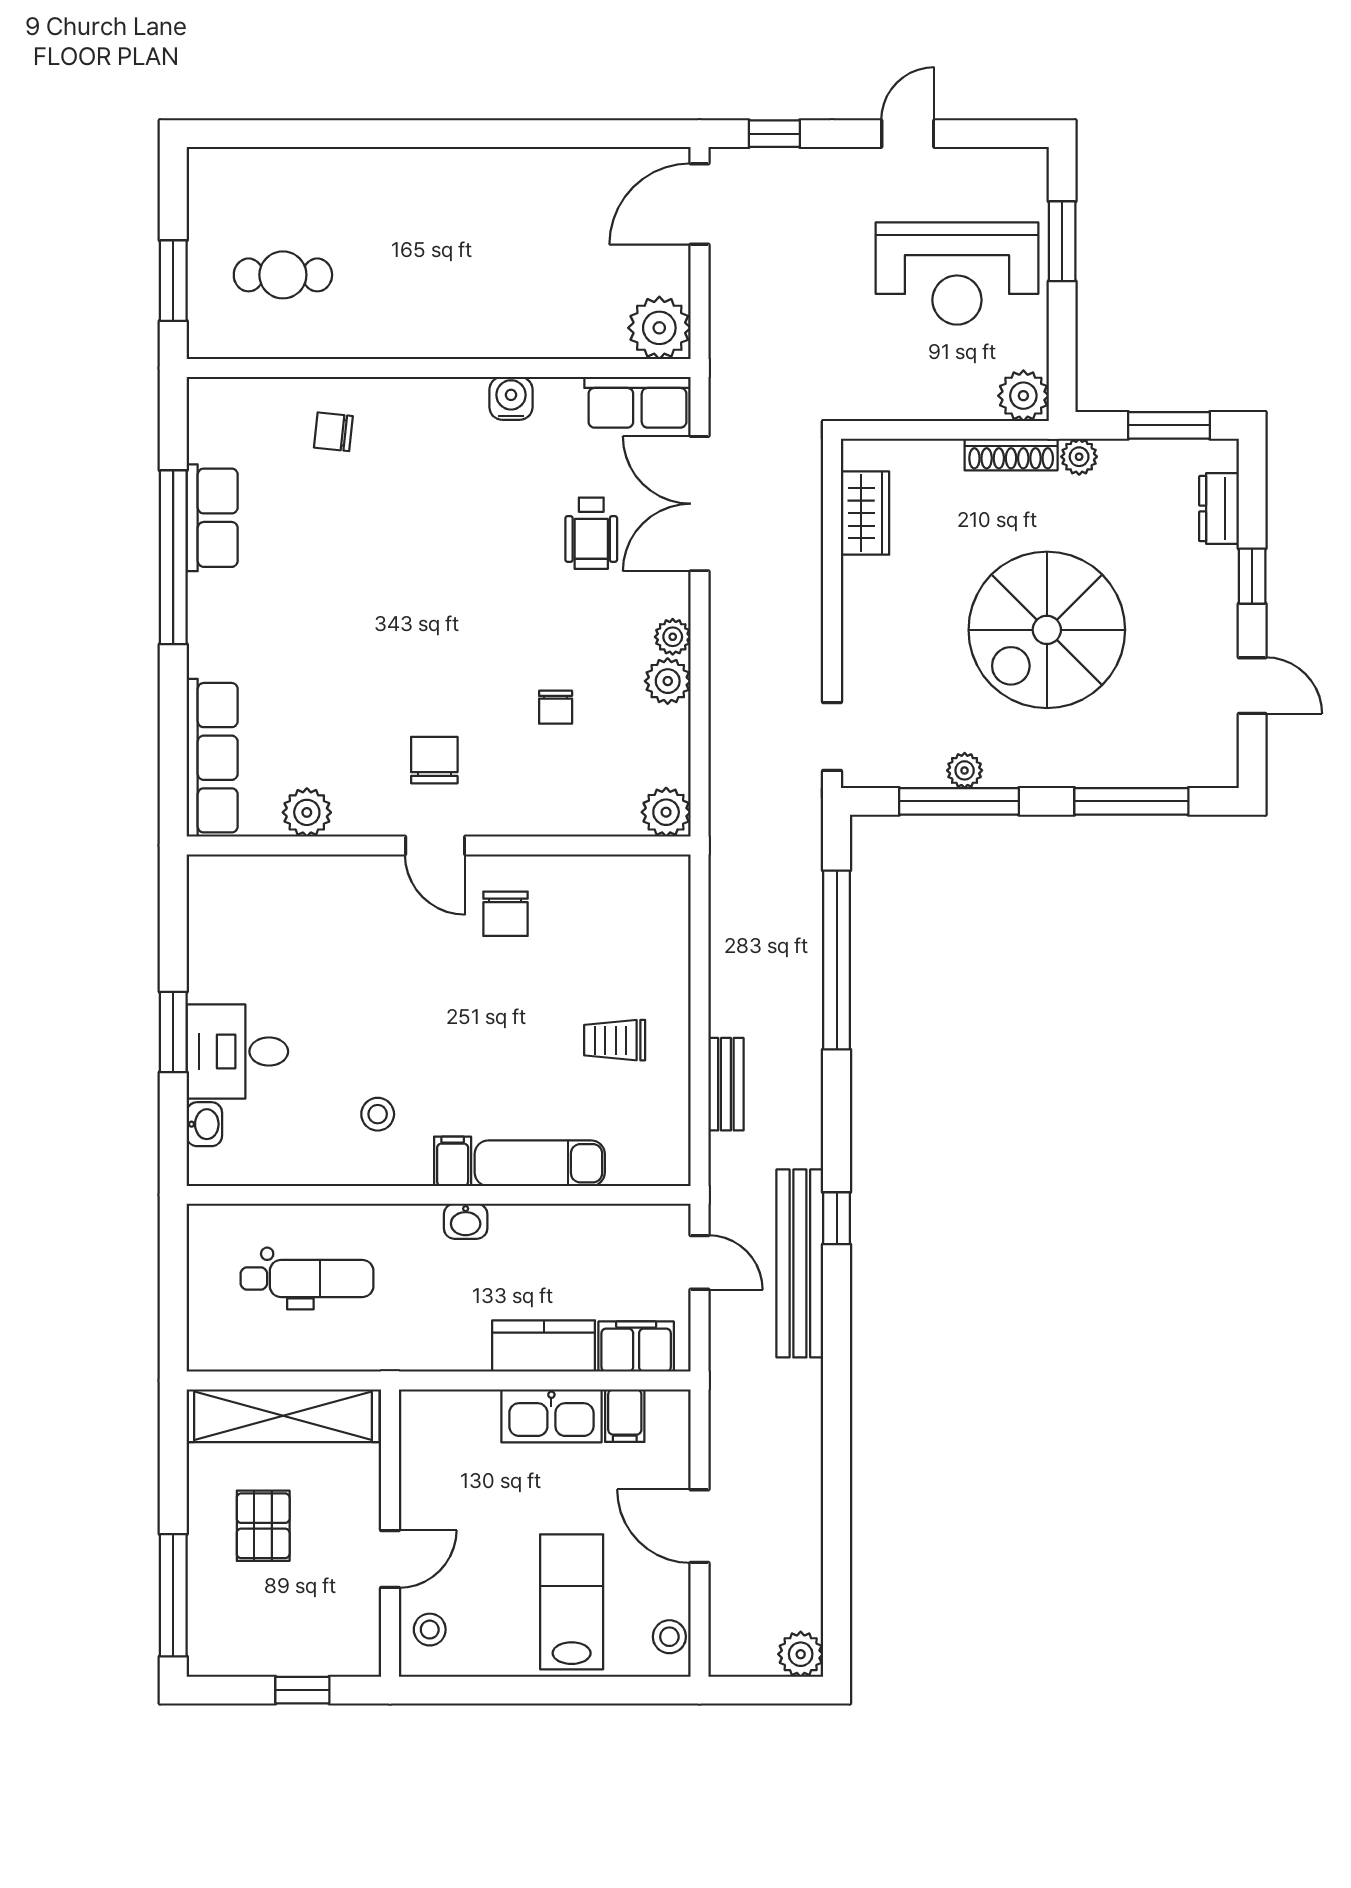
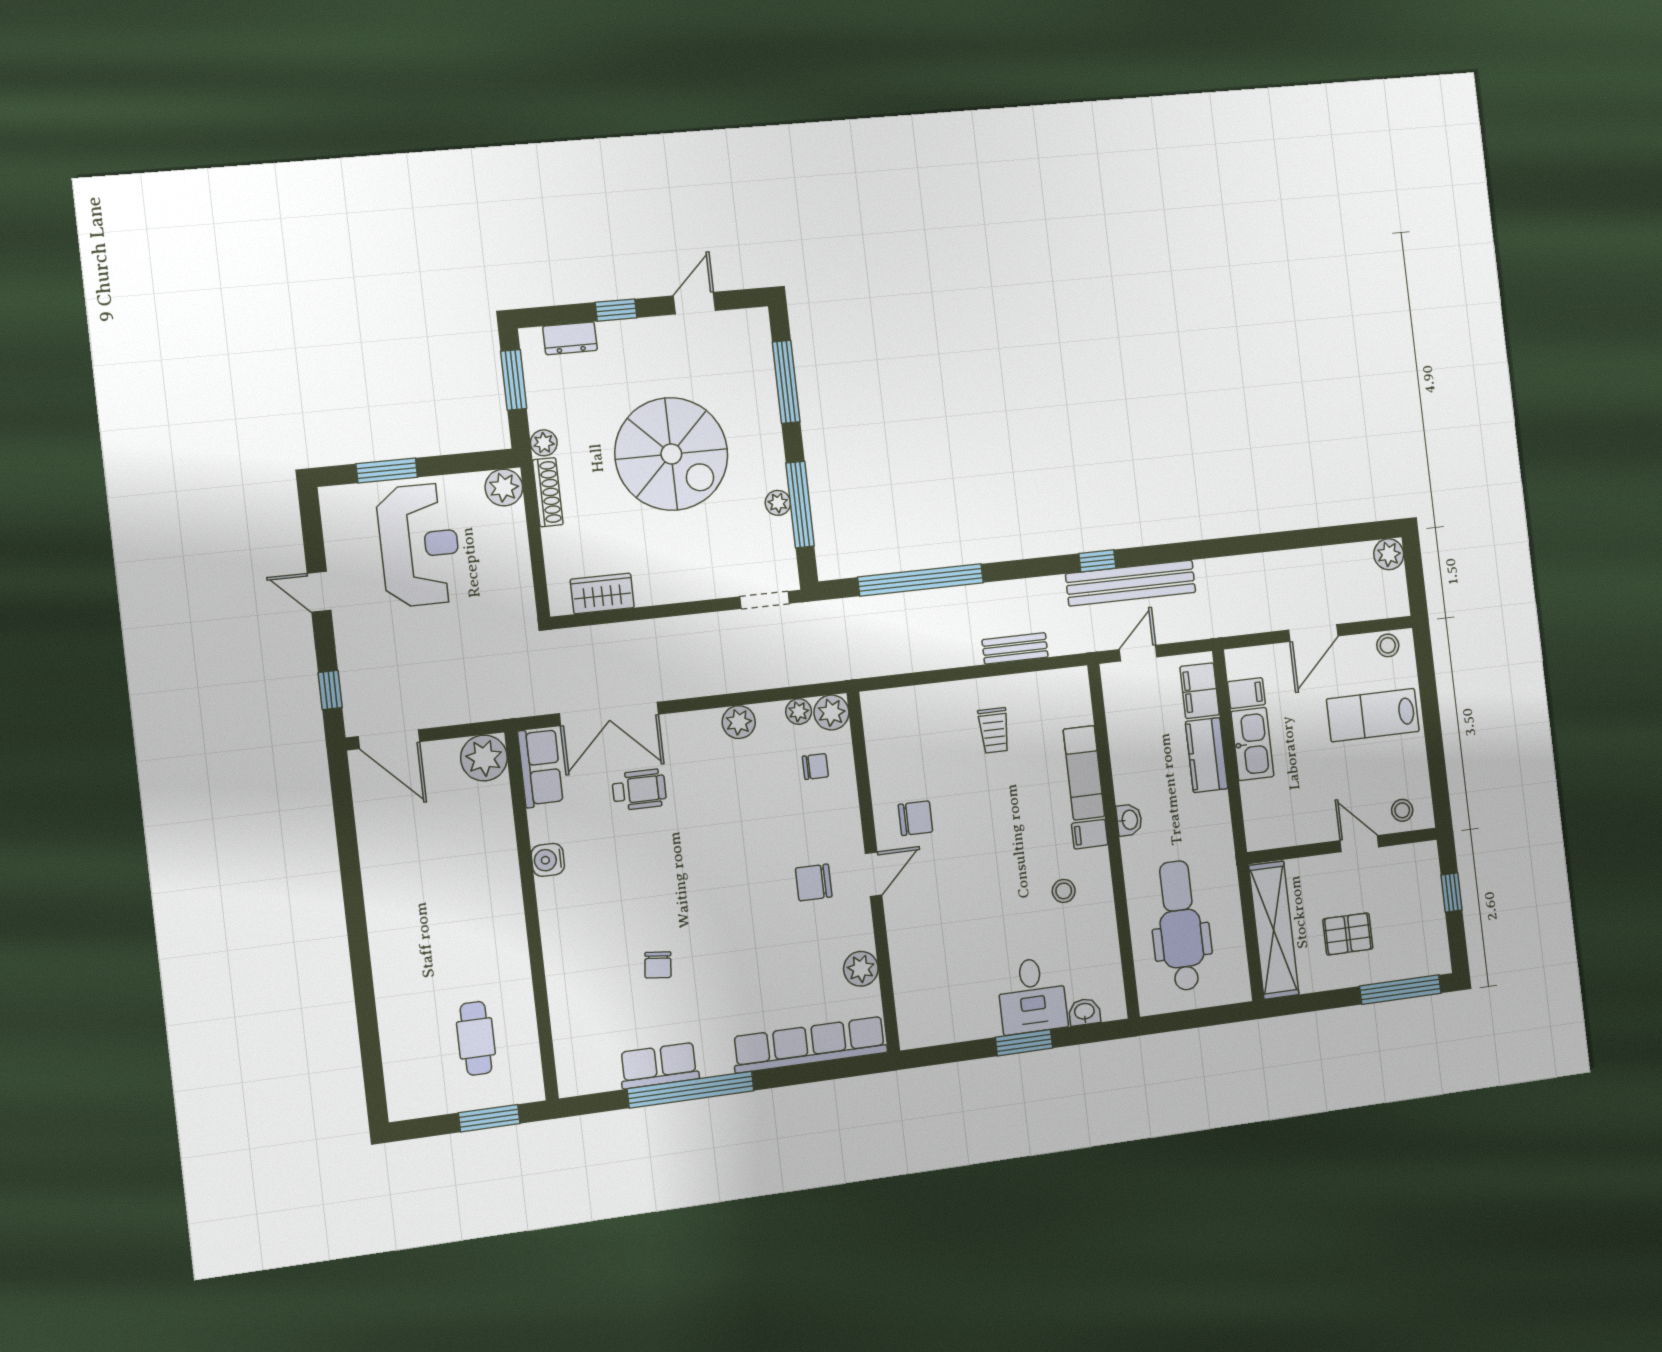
chair: (333, 432) -> (658, 965), moved
plant: (673, 637) -> (799, 712), moved
chair: (556, 707) -> (815, 766), moved
row of seats: (212, 758) -> (810, 1045), width x1.36
dental chair: (307, 1278) -> (1180, 926), width x1.36, depth x1.38

